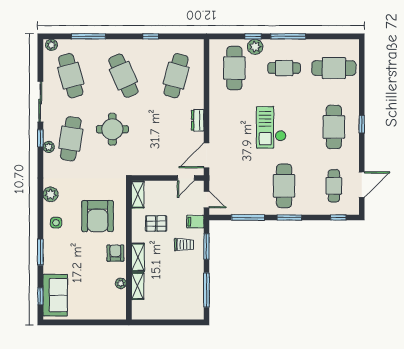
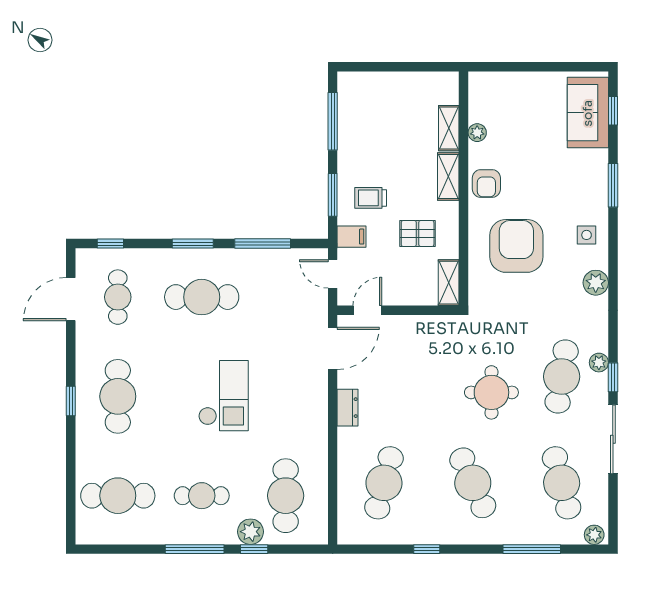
cafe table: (284, 186) -> (202, 297), turned 90

